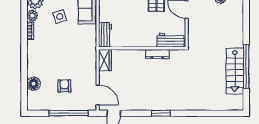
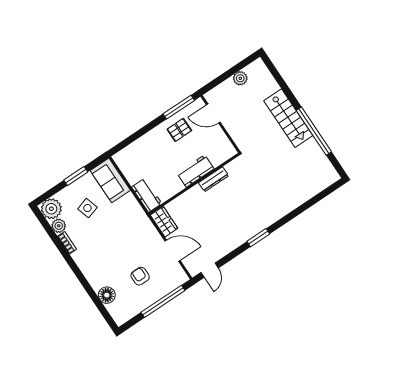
workbench: (171, 40) -> (196, 171), moved
stairs: (235, 71) -> (288, 118), moved
door: (98, 95) -> (173, 251), moved

